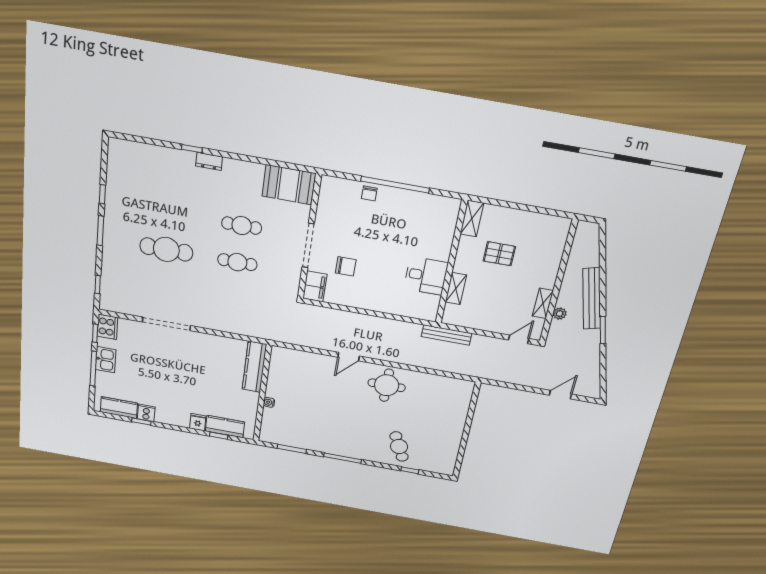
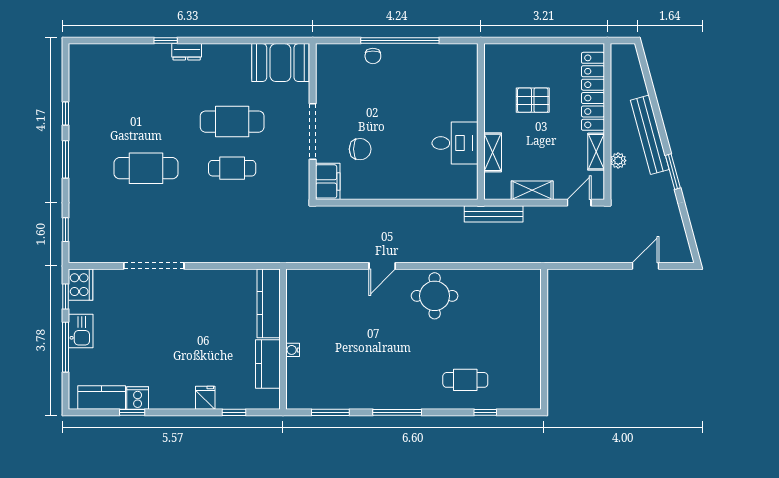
shelving: (472, 219) -> (532, 190), moved, turned 90
cafe table: (242, 226) -> (232, 122), width x1.37, depth x1.35
locker: (553, 256) -> (593, 91), added
kitchen counter: (225, 427) -> (268, 364), moved, turned -90
cafe table: (399, 447) -> (465, 380), turned -65

